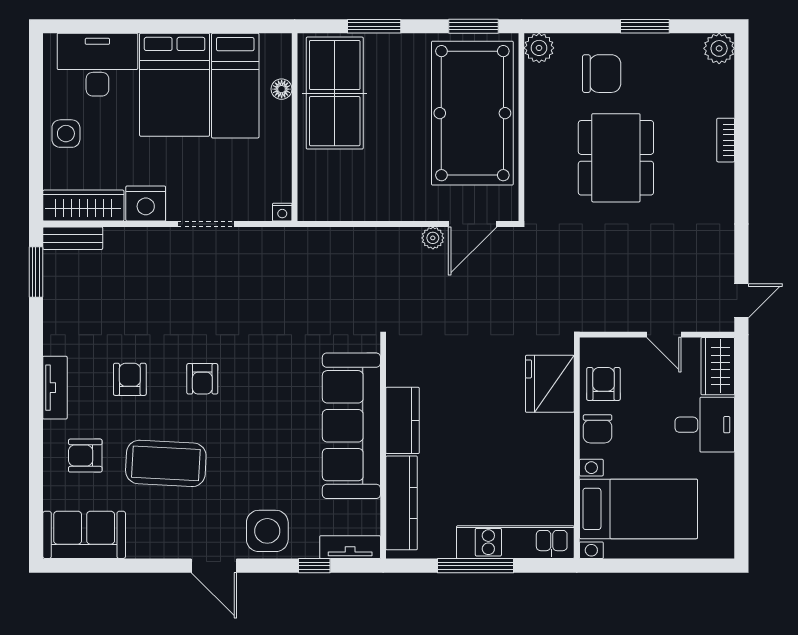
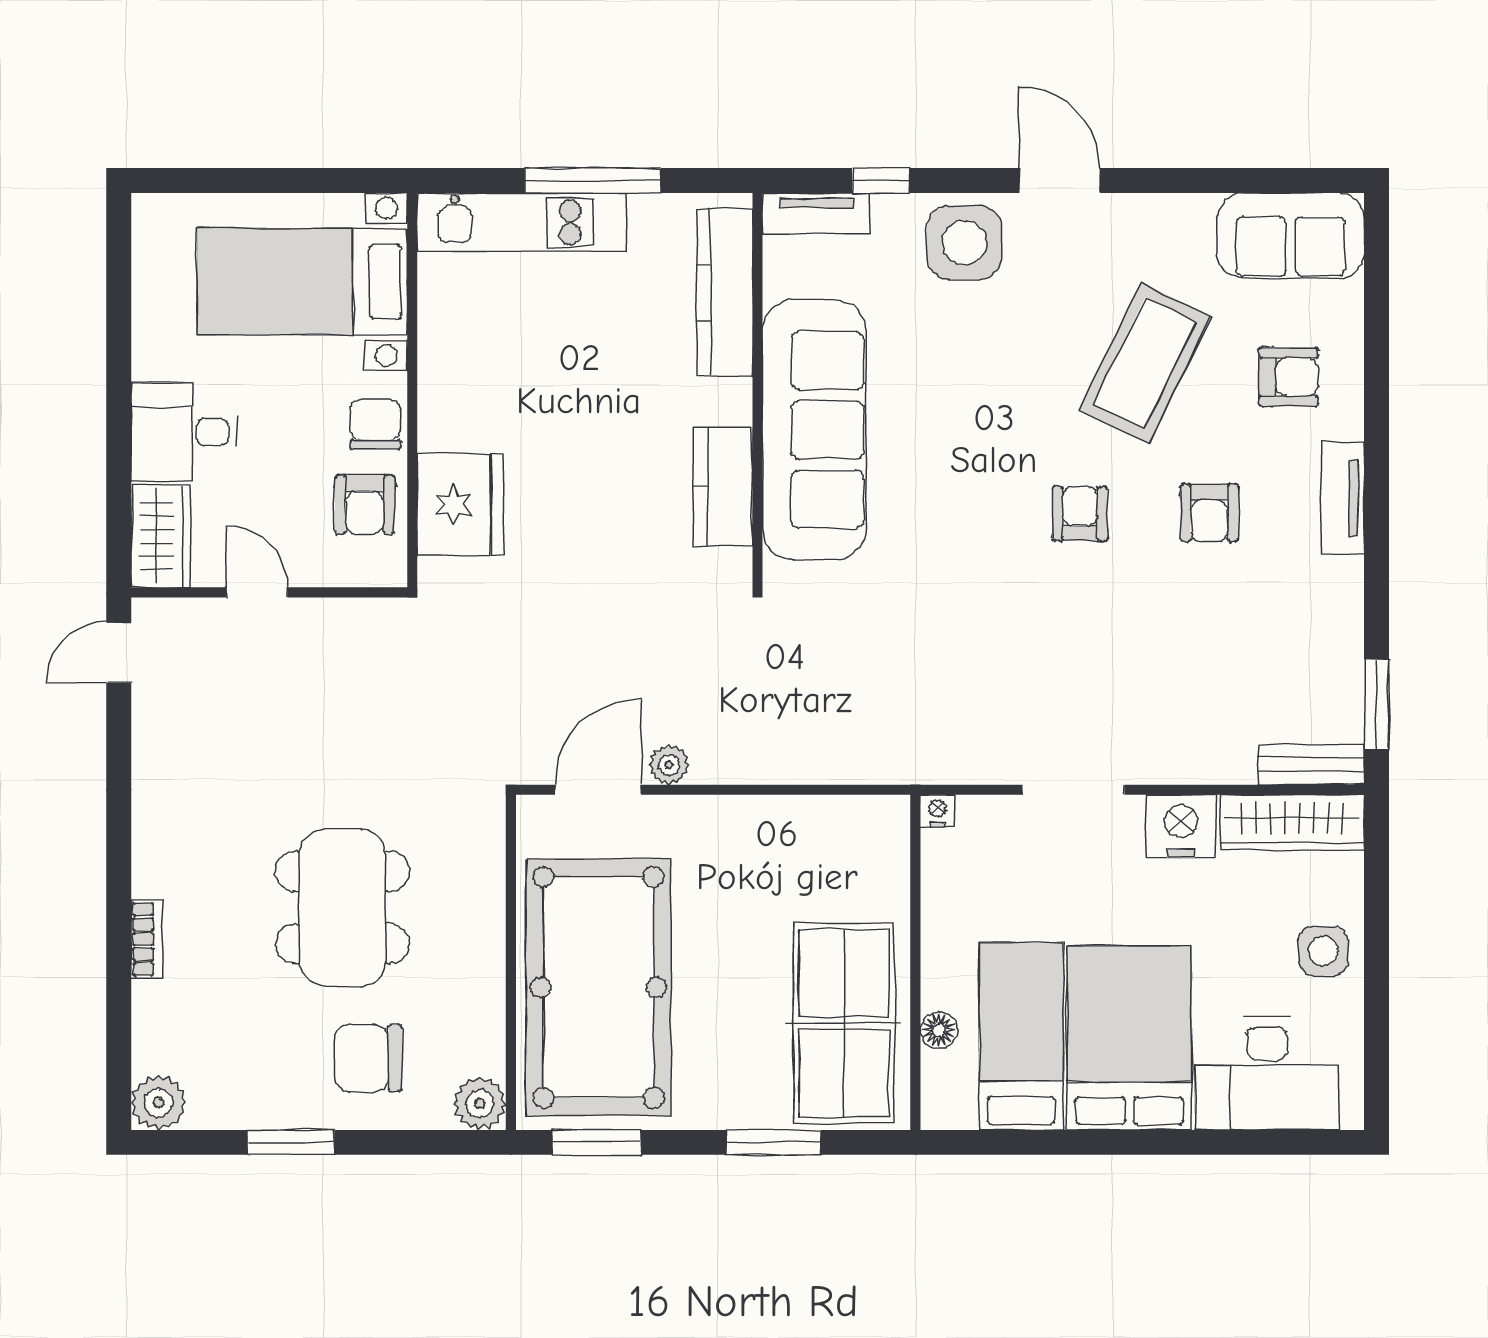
kitchen counter: (403, 420) -> (723, 487), moved
coffee table: (166, 463) -> (1145, 363), turned -67

